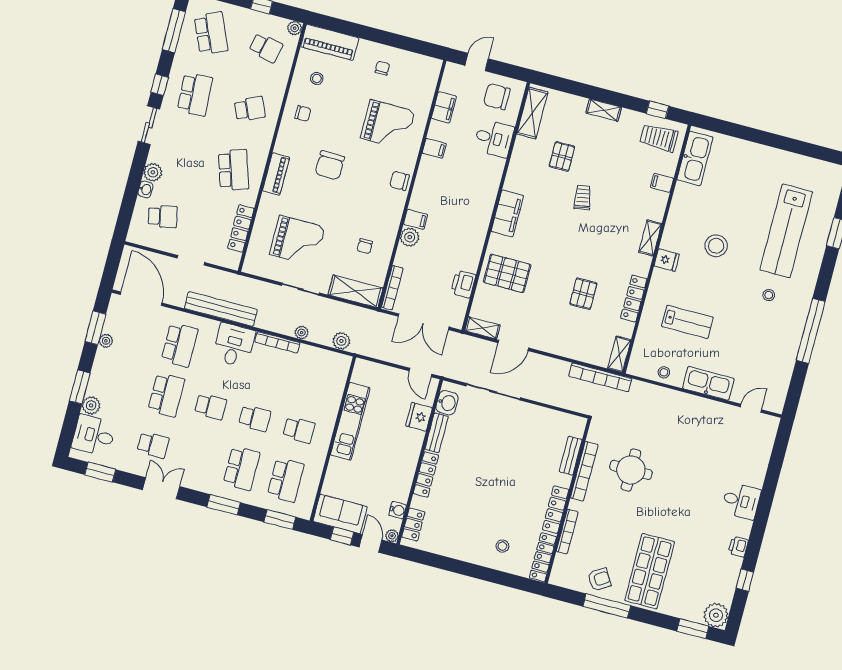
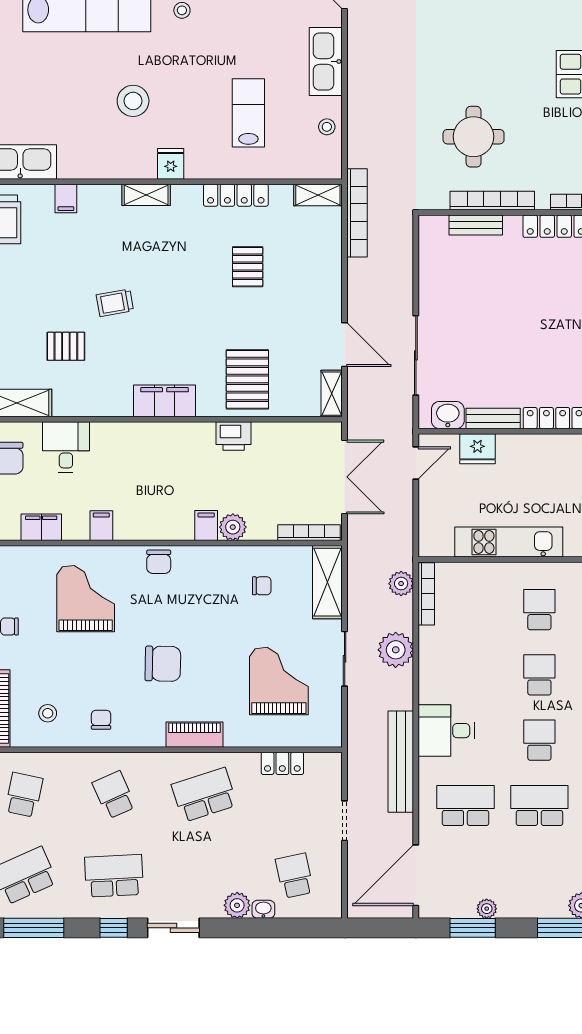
locker: (241, 228) -> (282, 763), width x0.66
printer: (463, 284) -> (234, 436), moved
pallet: (583, 294) -> (248, 267), turned 90
plant: (302, 333) -> (396, 650), width x1.88, depth x1.88
bookcase: (277, 342) -> (426, 594), moved

